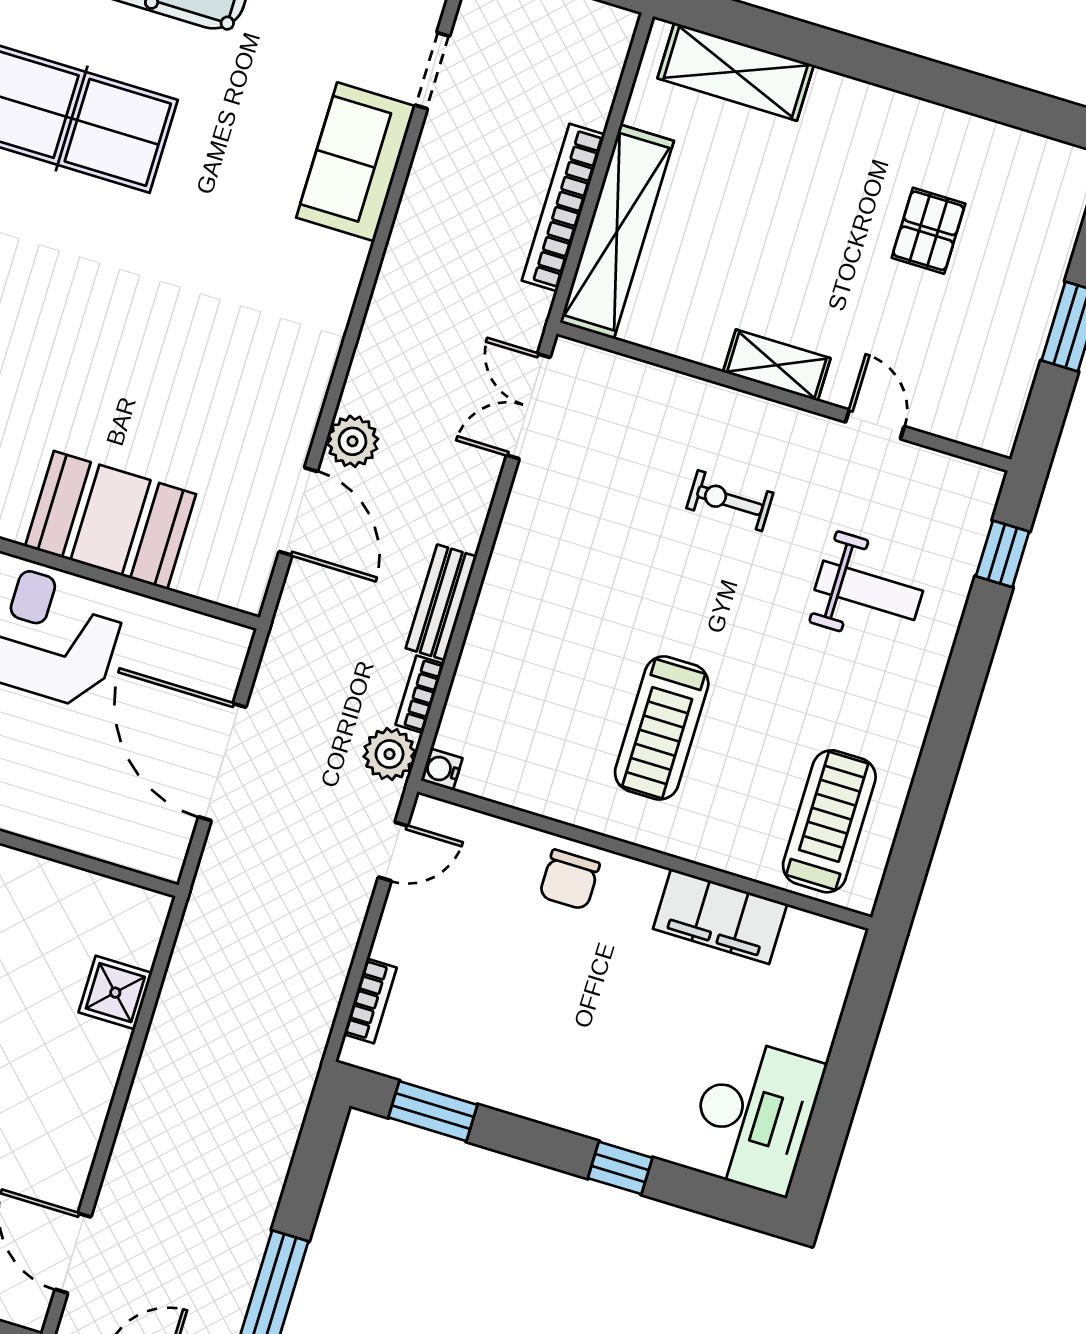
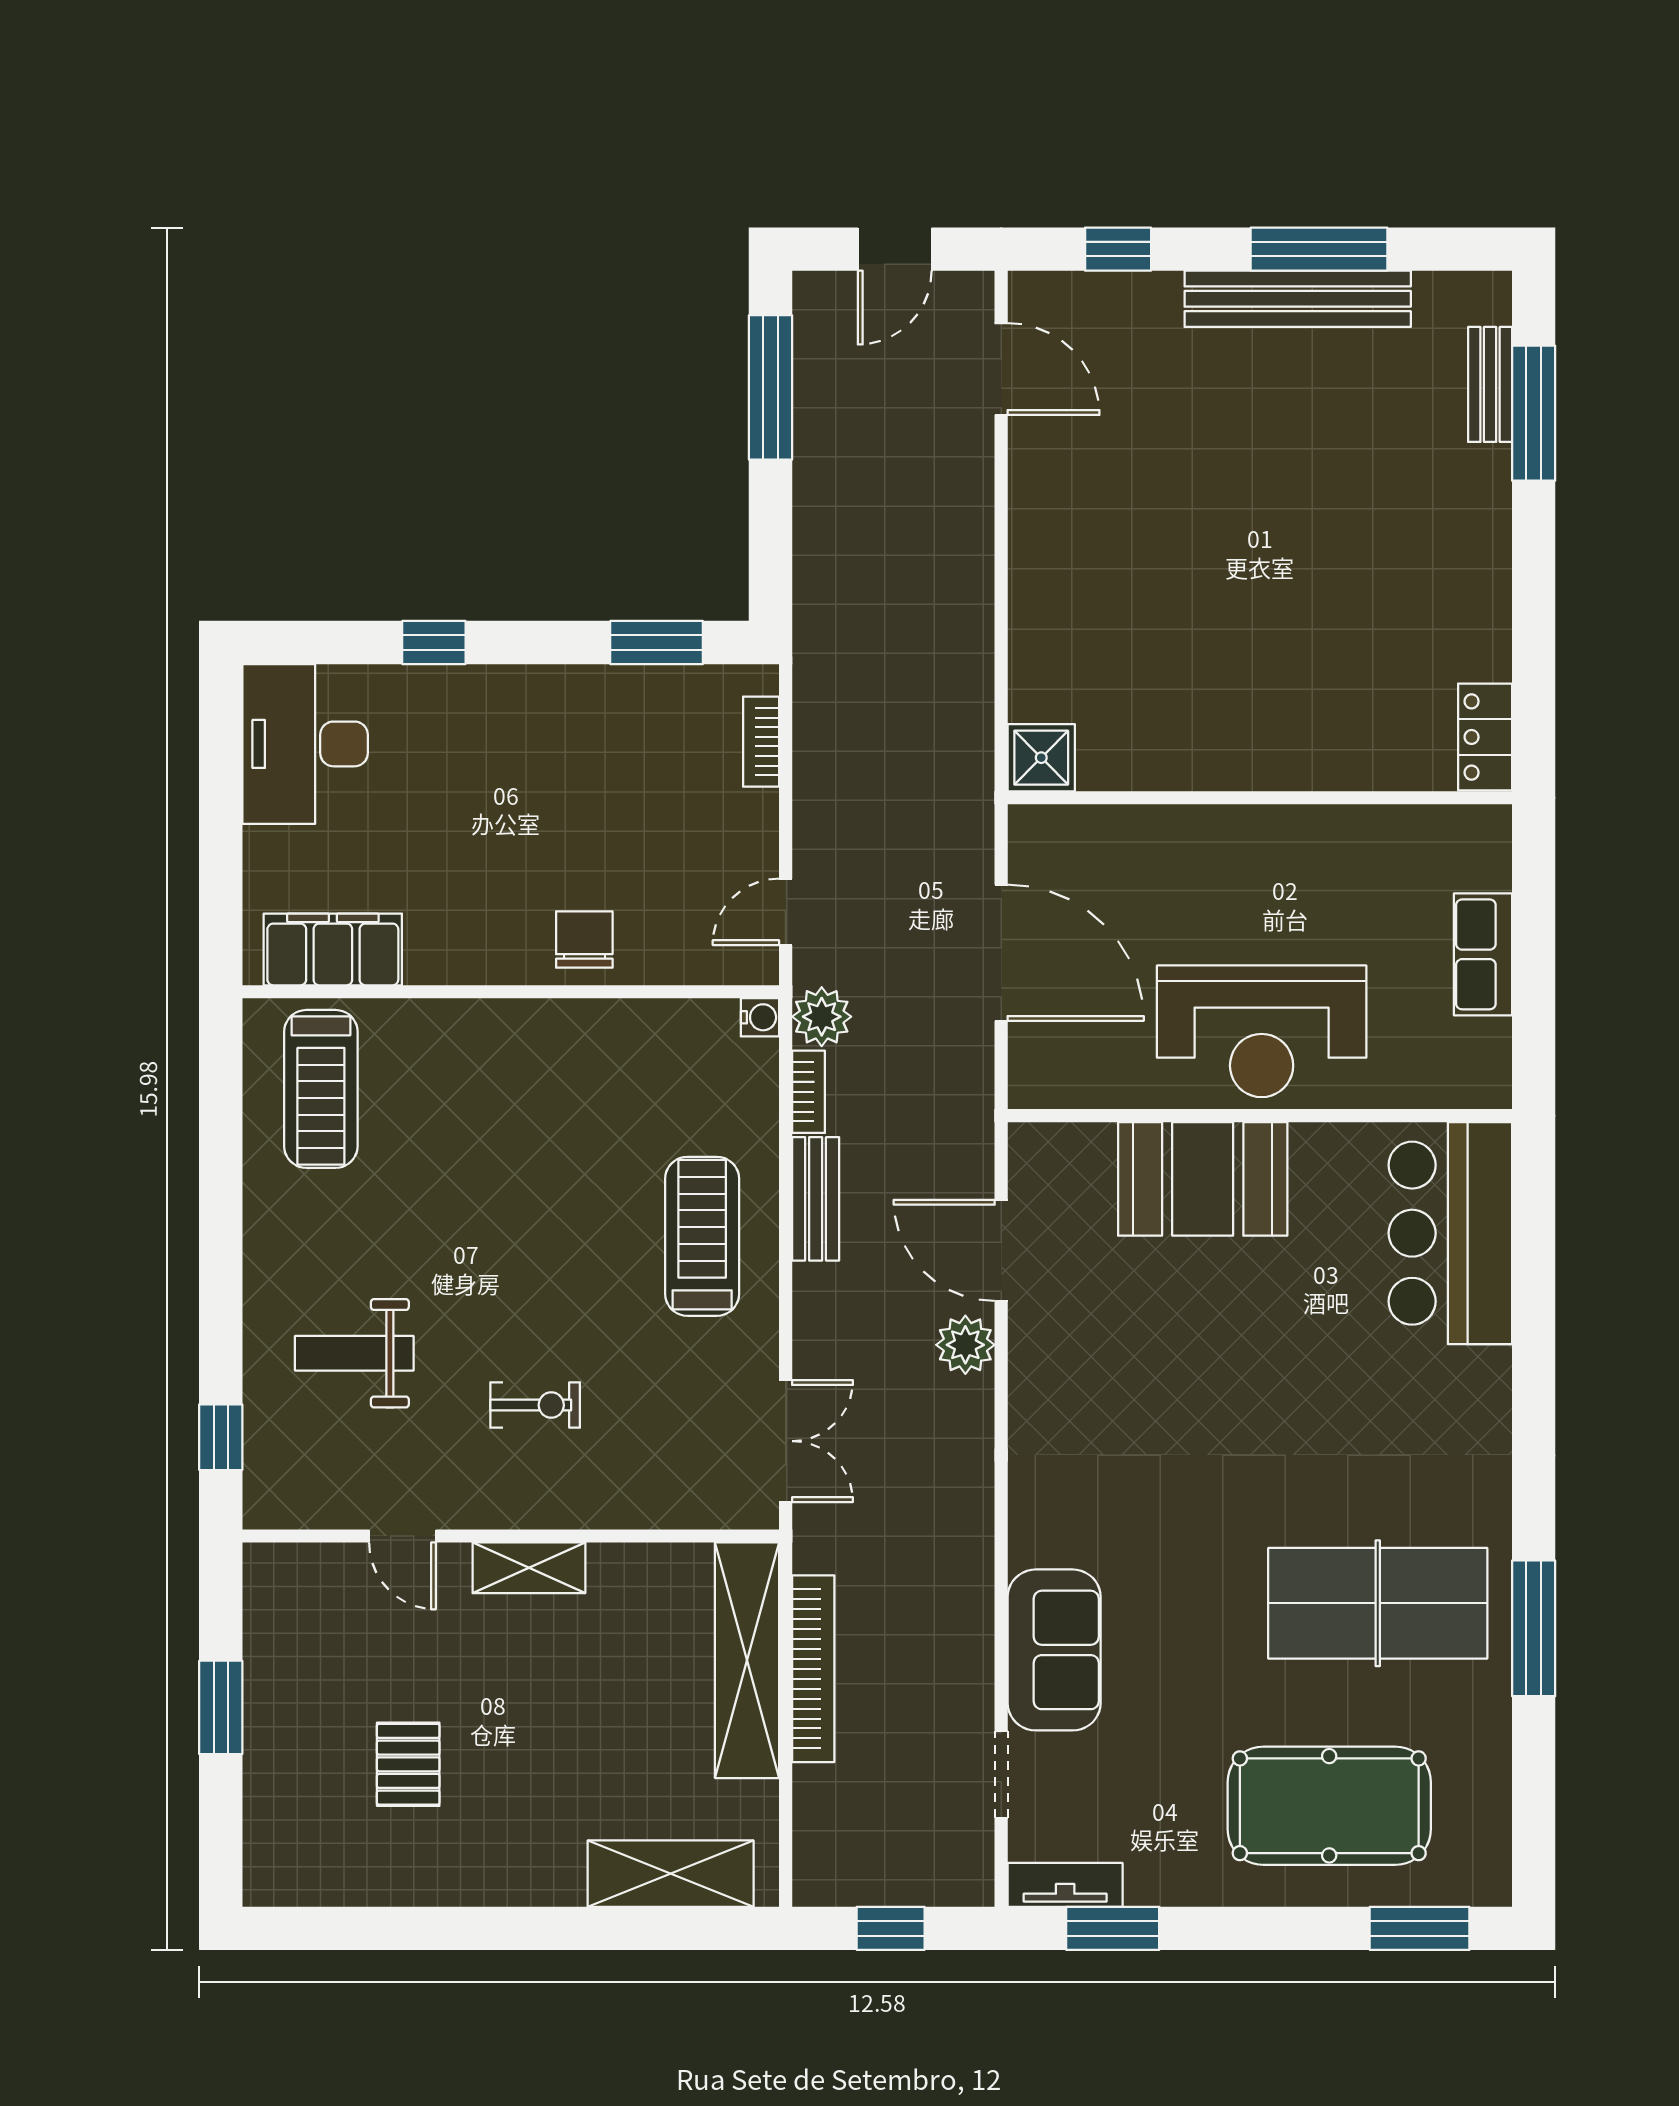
treadmill: (662, 728) -> (702, 1236), moved
filing cabinet: (720, 916) -> (333, 949), moved
shower: (115, 993) -> (1041, 758), moved

